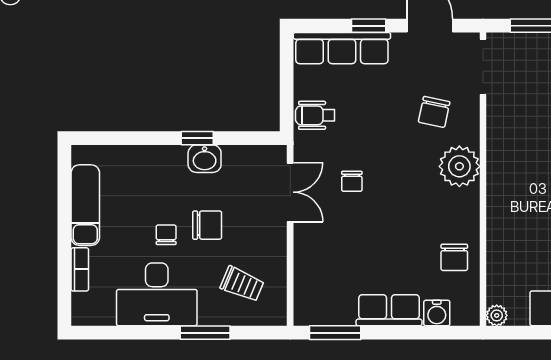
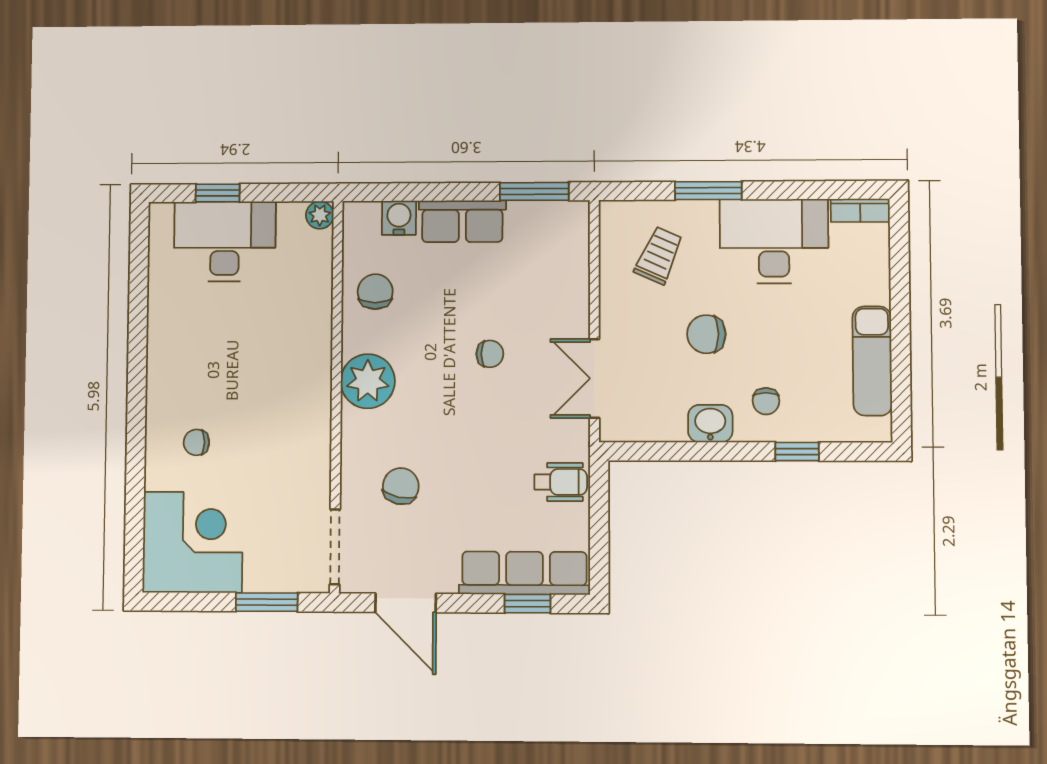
window: (369, 26) -> (527, 604), moved
window: (197, 138) -> (797, 452), moved
plant: (459, 166) -> (368, 381), moved
chair: (352, 181) -> (490, 354), moved, turned 90
chair: (166, 235) -> (766, 401), moved
bookcase: (80, 269) -> (860, 210), moved, turned -90
trolley: (242, 284) -> (659, 255), turned 91

